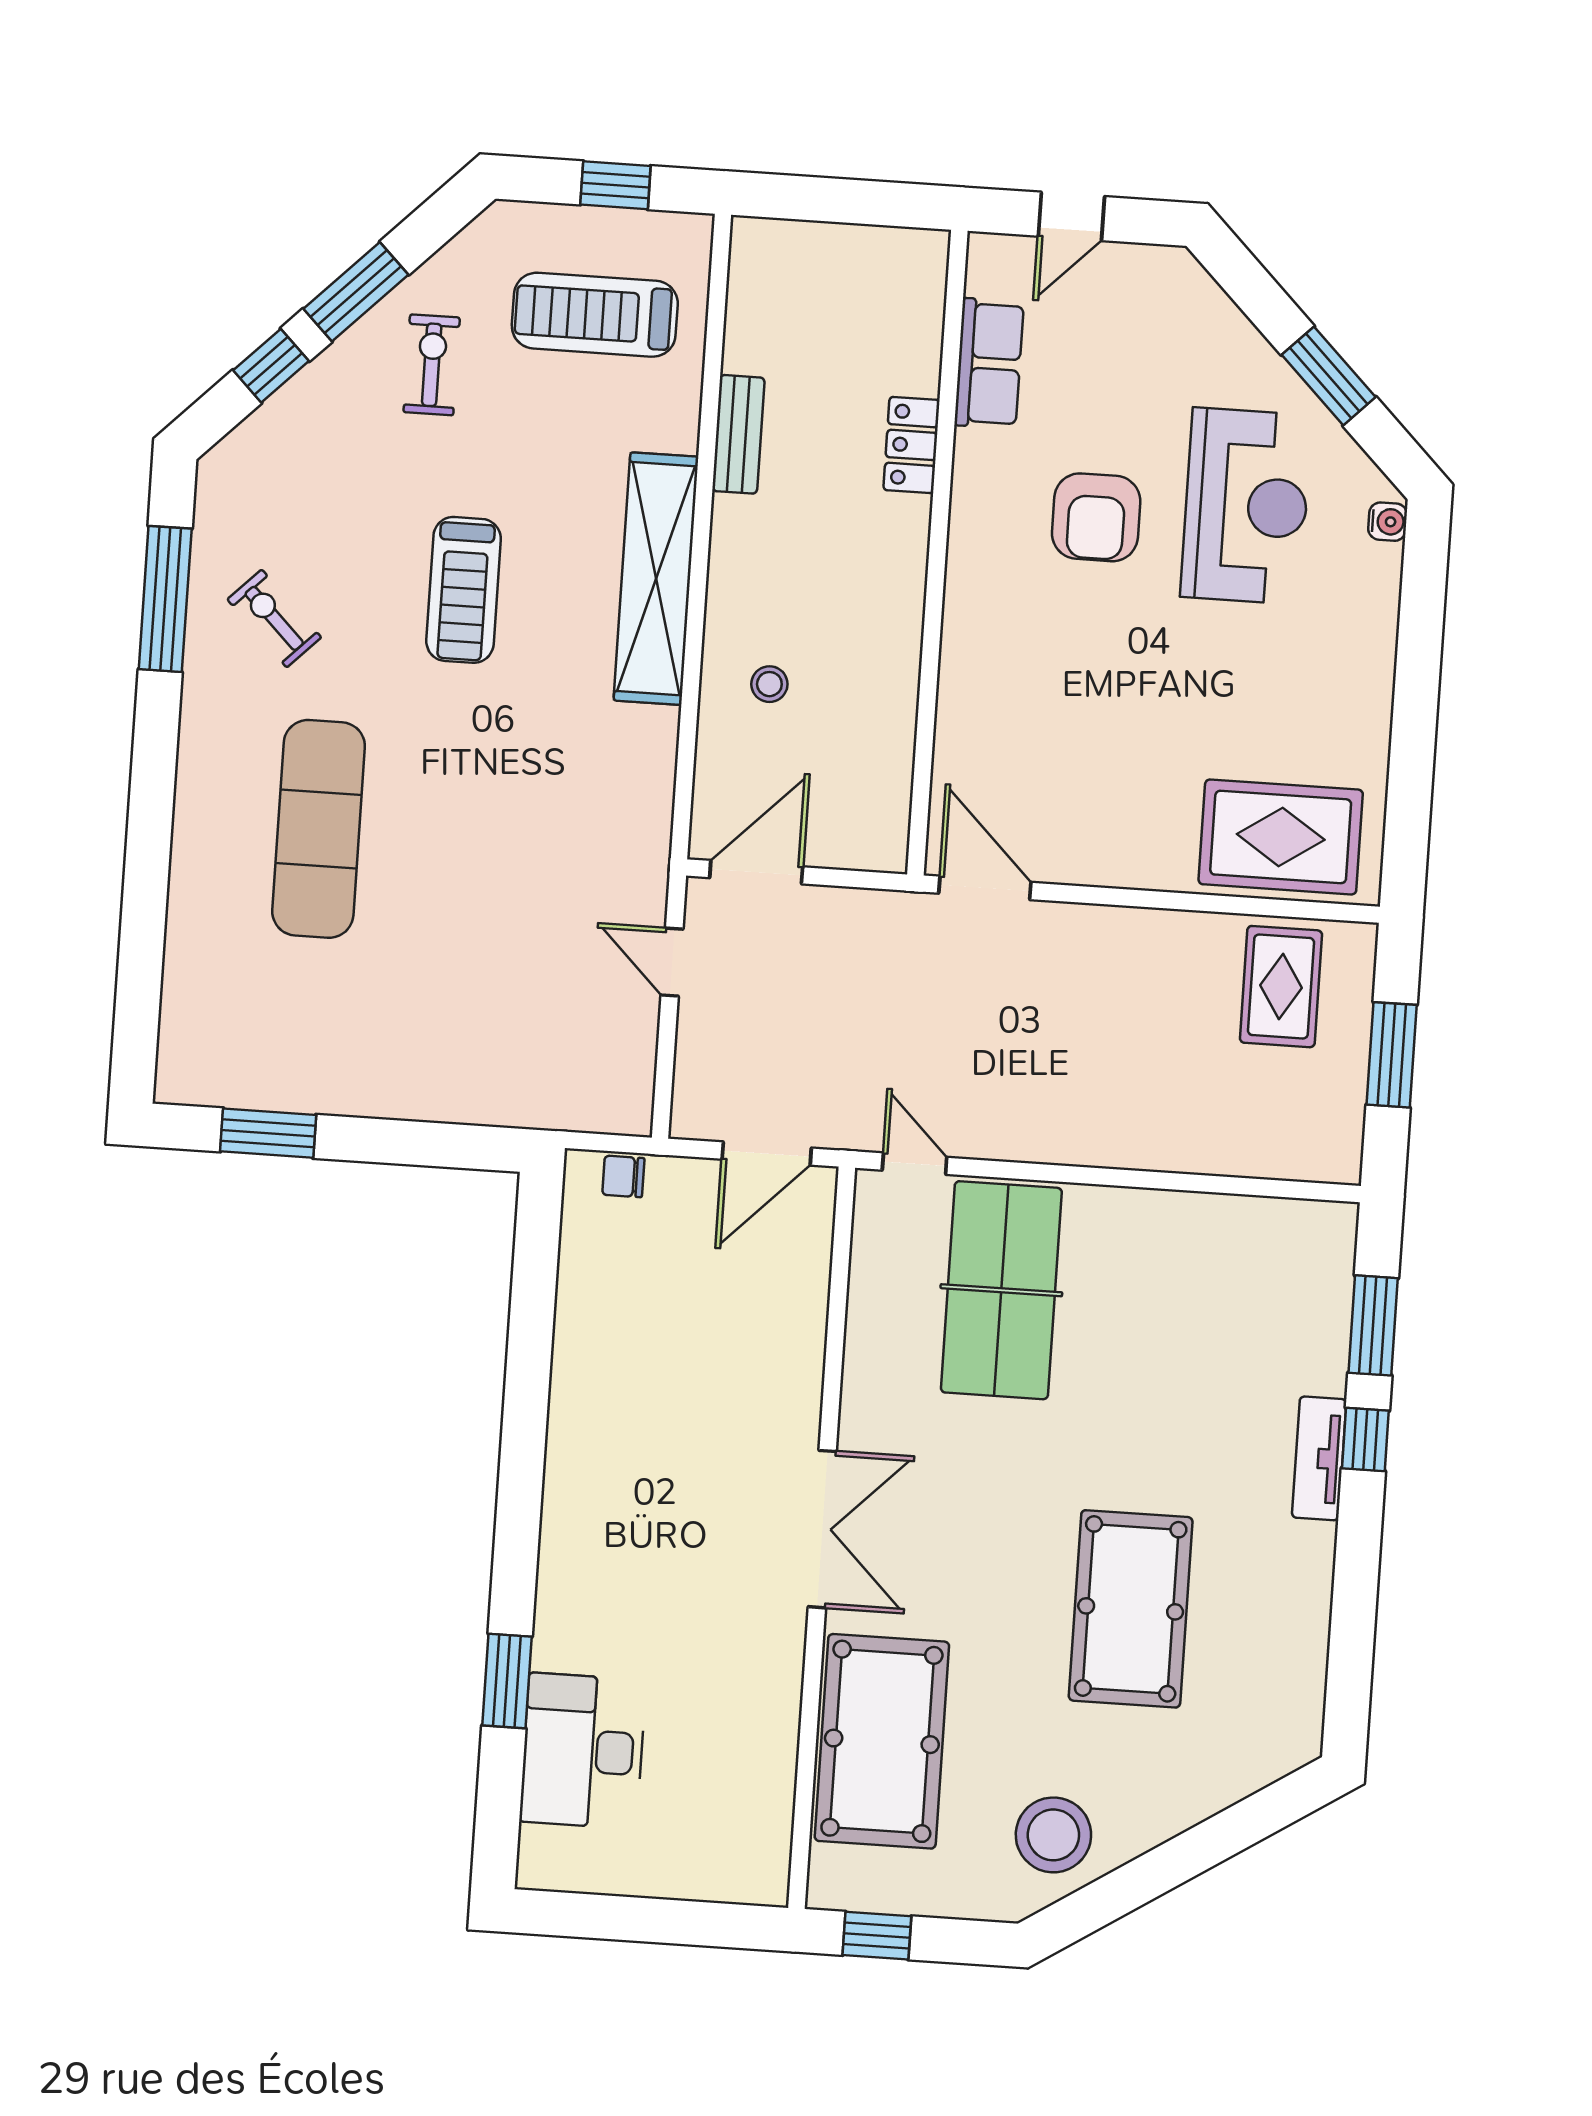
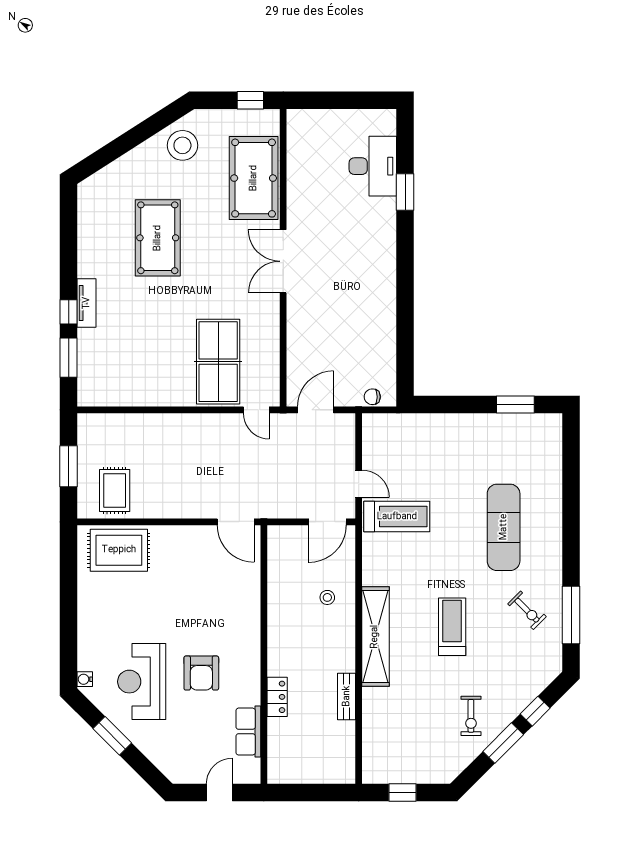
treadmill: (595, 315) -> (397, 517), moved
armchair: (1096, 517) -> (201, 673), turned 180
chair: (623, 1176) -> (372, 397), turned 180

